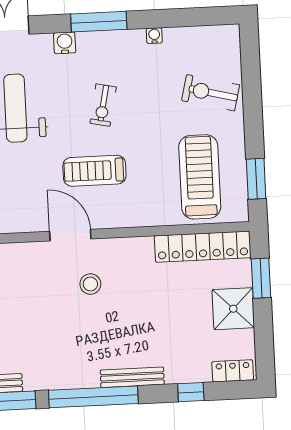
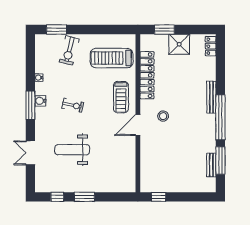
water cooler: (65, 43) -> (40, 101), moved
treadmill: (94, 171) -> (121, 97), moved
window: (256, 179) -> (57, 30), moved
locker: (203, 247) -> (147, 75), moved
window: (191, 392) -> (220, 68), removed

